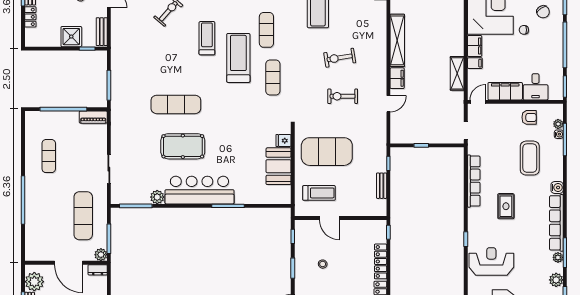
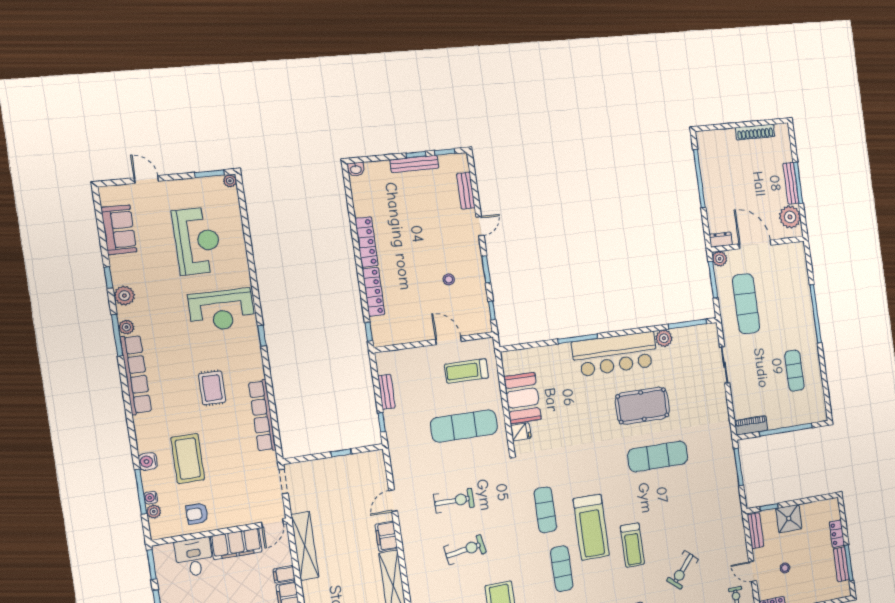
shelving: (457, 73) -> (305, 546), width x1.47
exercise mat: (327, 152) -> (464, 426), width x0.68
water cooler: (557, 187) -> (148, 461), moved

